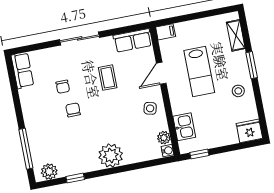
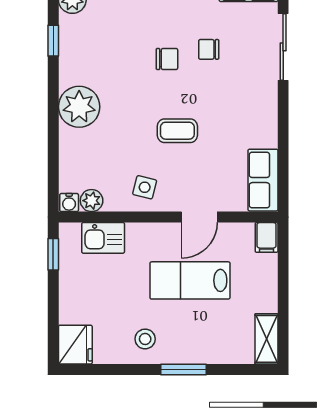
shelving: (236, 35) -> (266, 339), moved, turned 90
sliding door: (80, 38) -> (283, 47), moved
door: (161, 73) -> (199, 217), swing flipped
coffee table: (108, 78) -> (177, 131), moved

